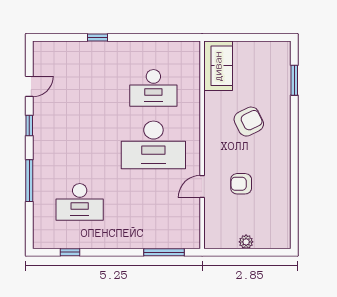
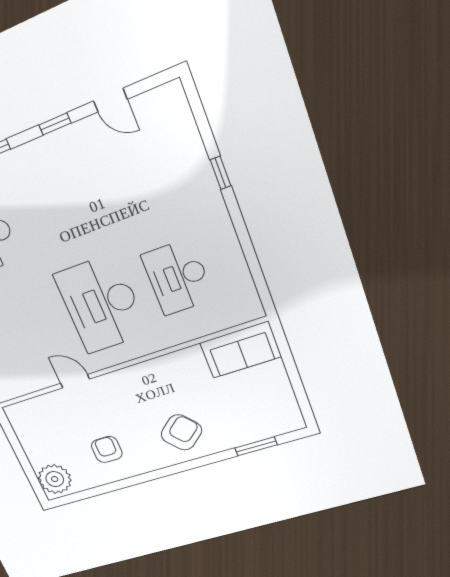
armchair: (249, 122) -> (181, 432), moved, turned -105
armchair: (241, 184) -> (107, 450), moved
plant: (246, 242) -> (55, 479), moved, width x1.87, depth x1.87

